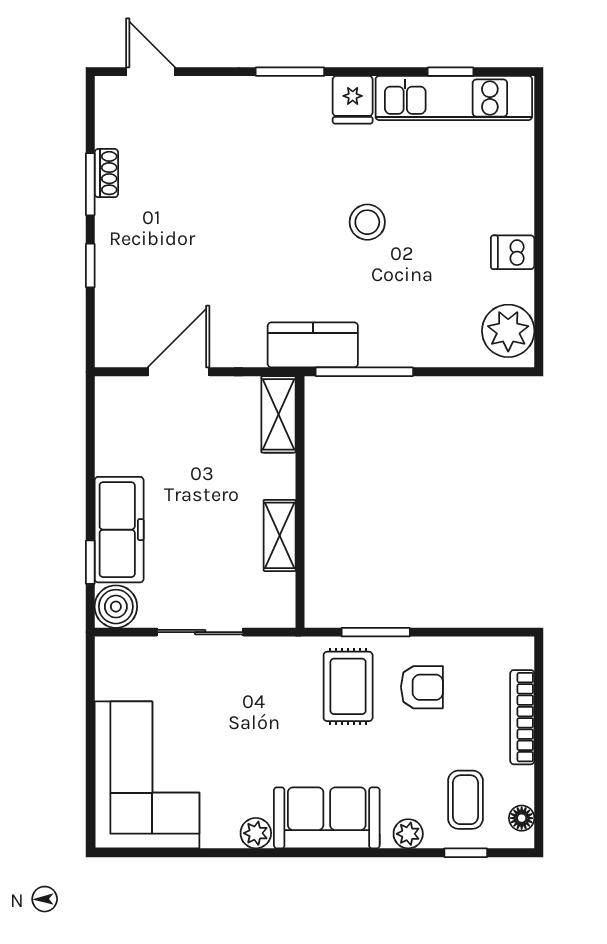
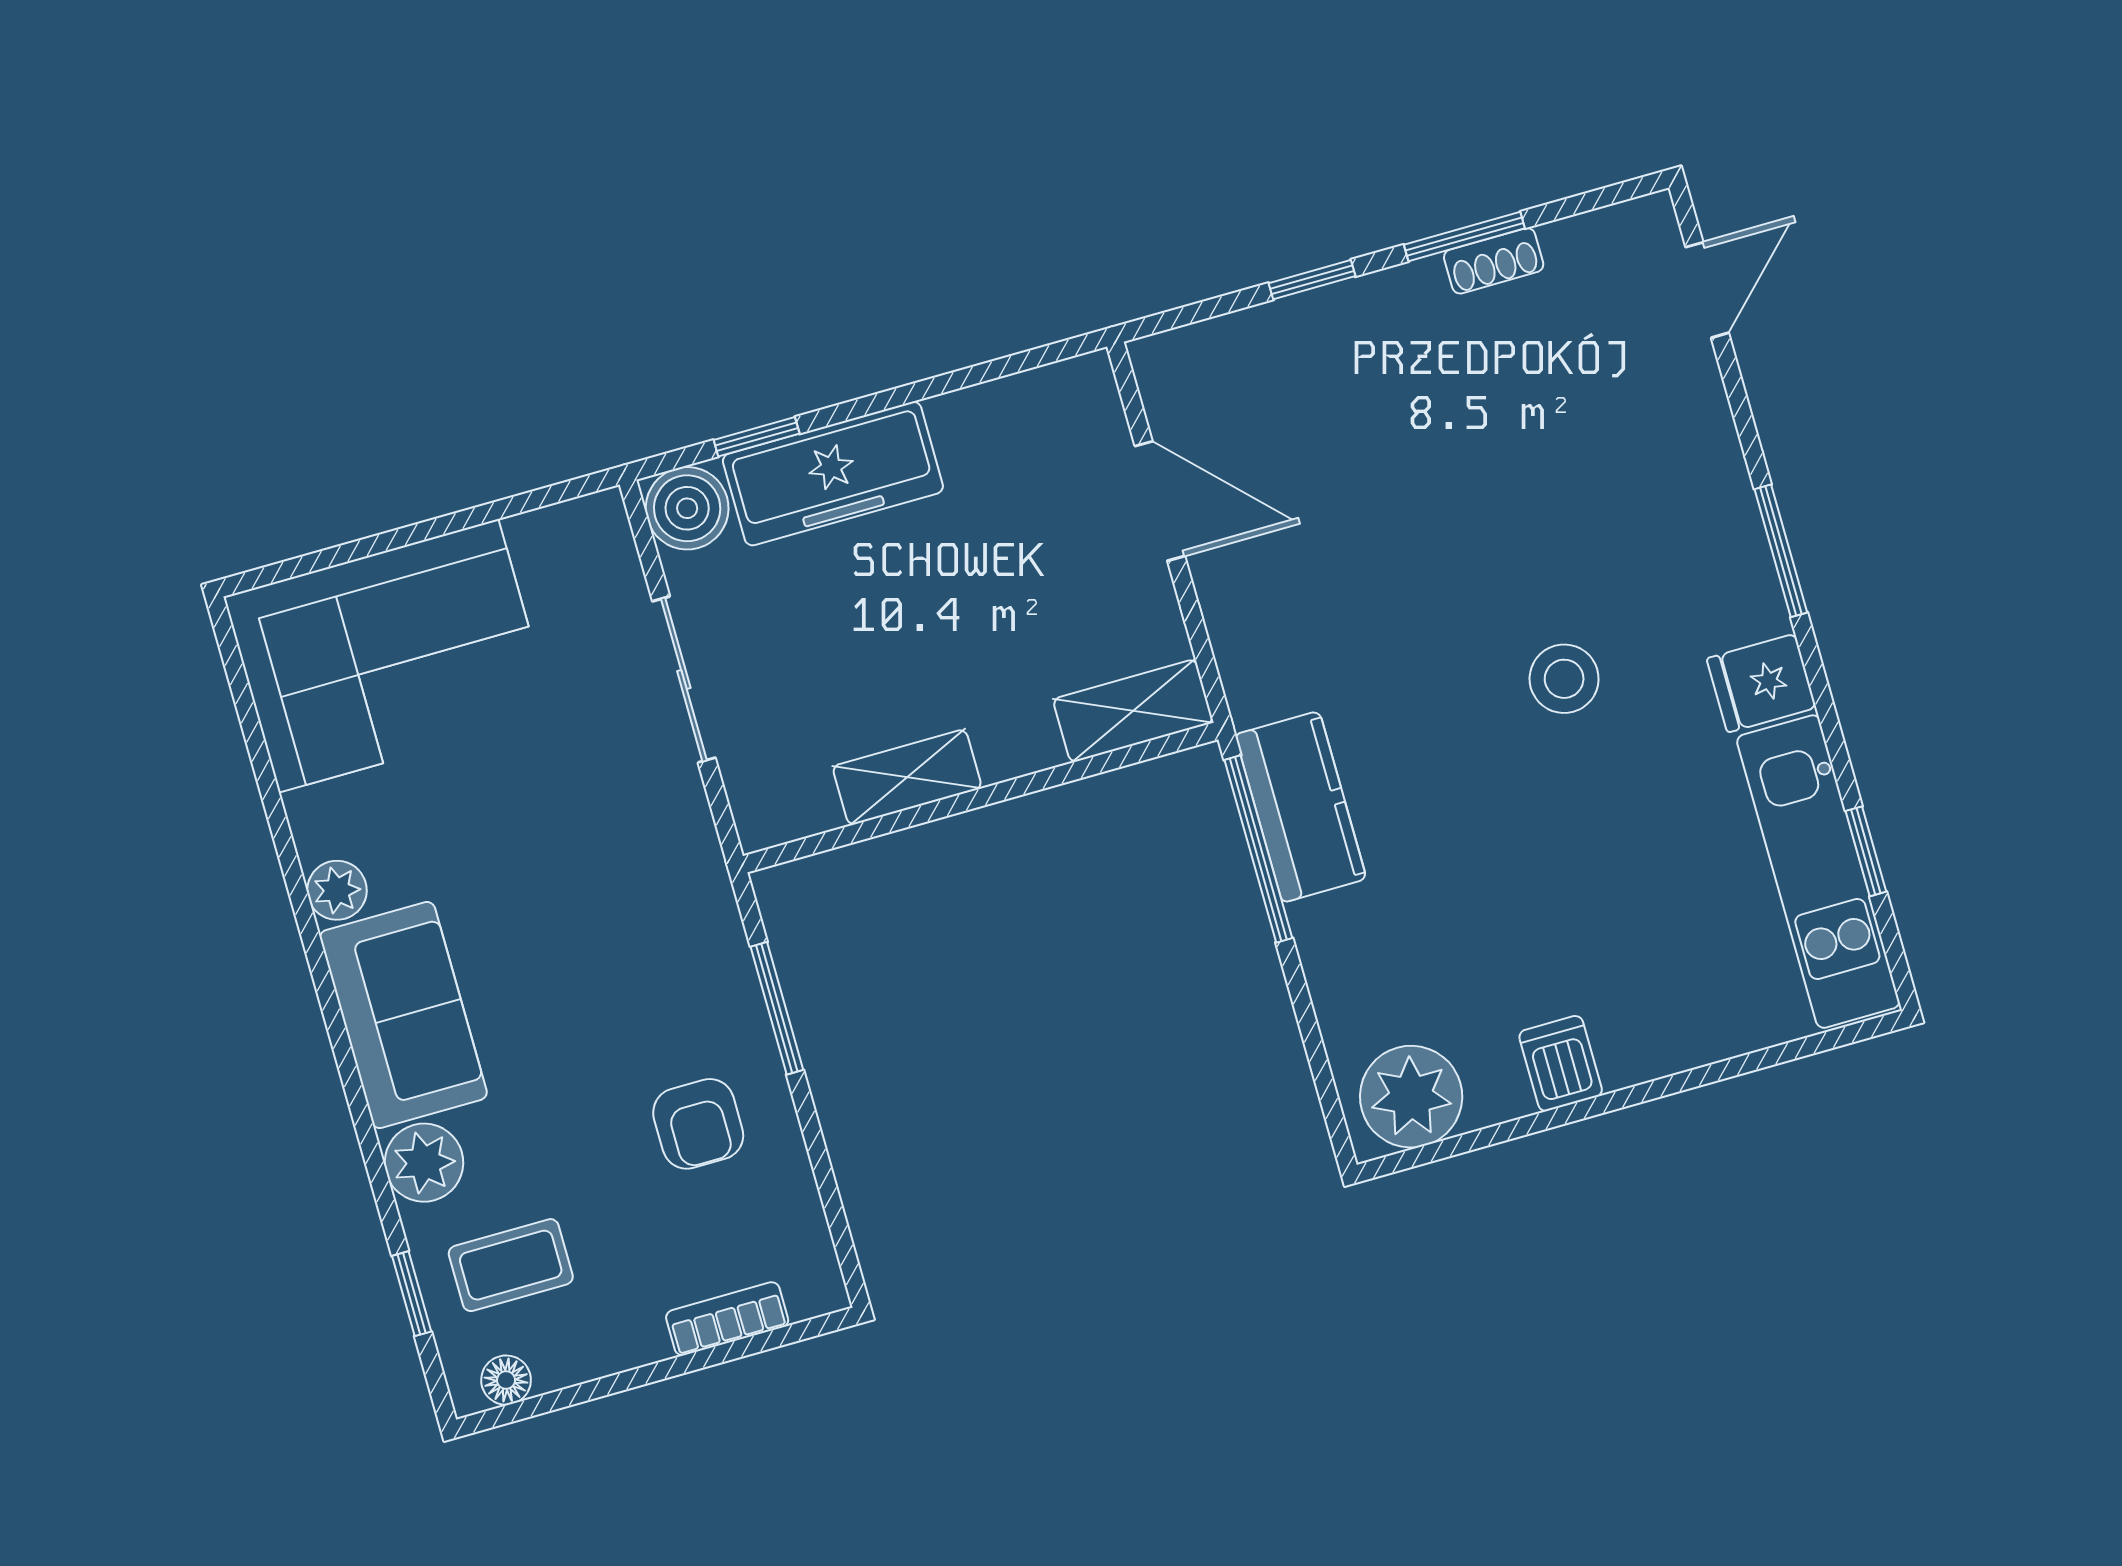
stool: (367, 222) -> (1564, 679), moved
kitchen counter: (313, 345) -> (1301, 807), moved
rug: (348, 686) -> (661, 985), removed
bookcase: (522, 717) -> (727, 1319), width x0.64
plant: (408, 834) -> (424, 1163), width x1.38, depth x1.38

